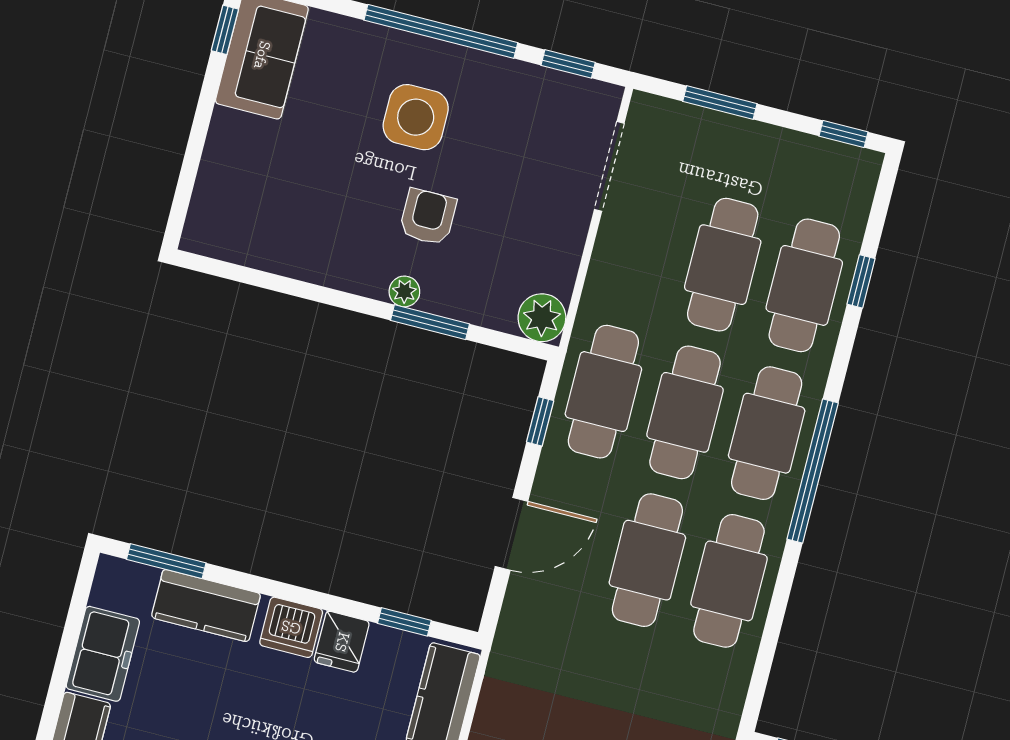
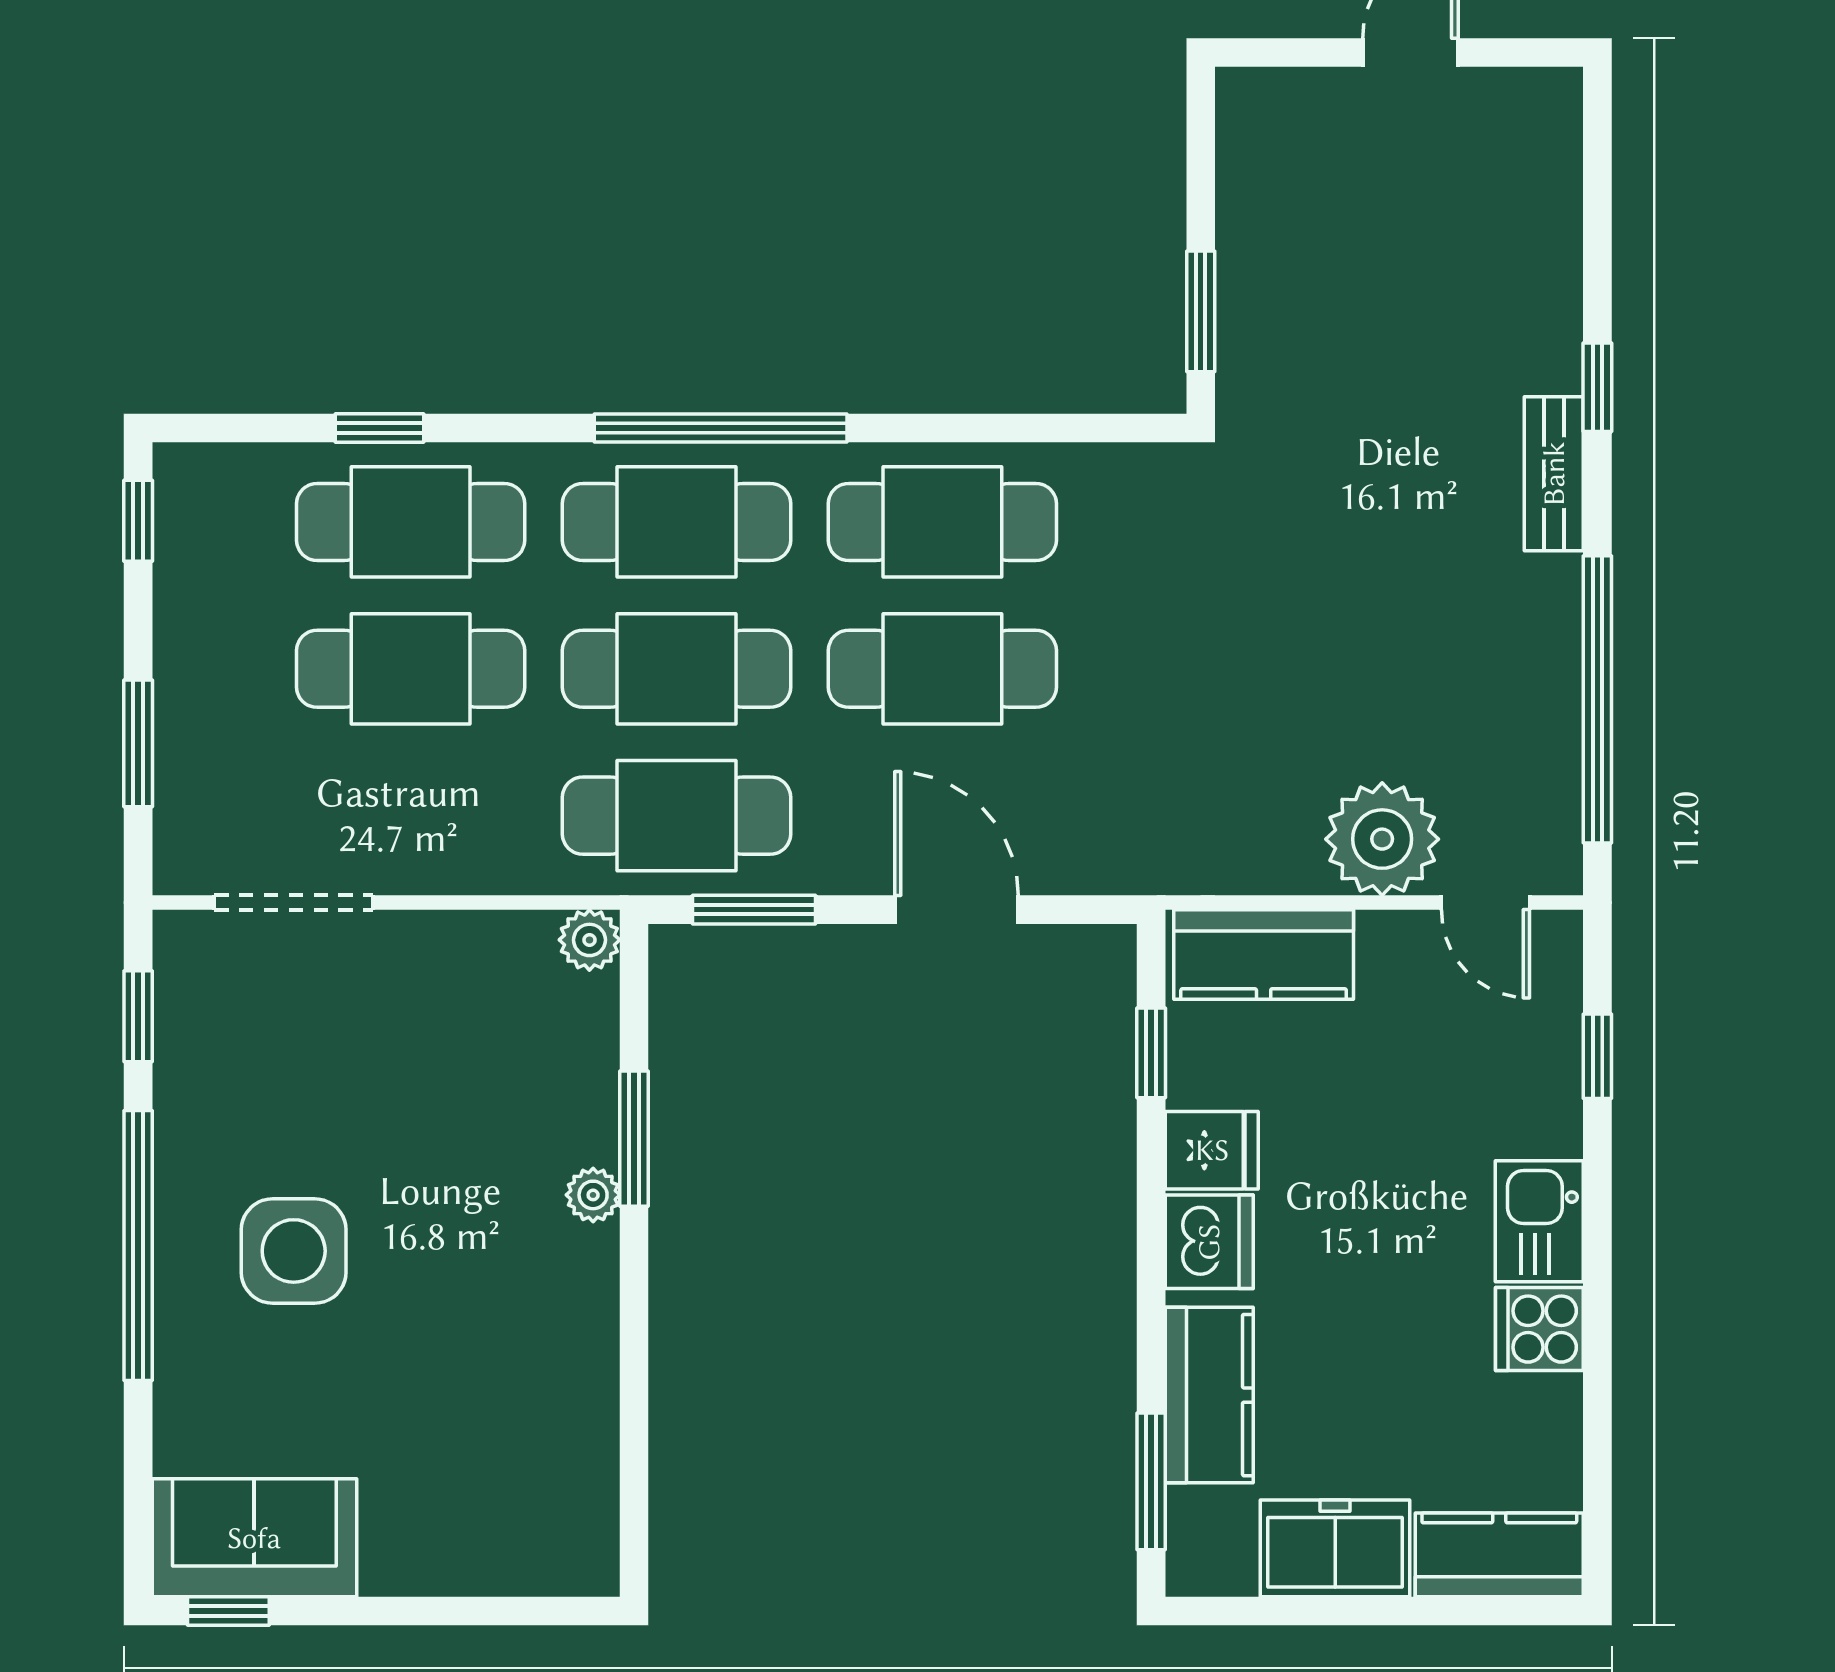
armchair: (428, 217) -> (457, 1188), removed
plant: (542, 318) -> (589, 940), width x0.73, depth x0.73
window: (540, 421) -> (754, 910), width x1.50

